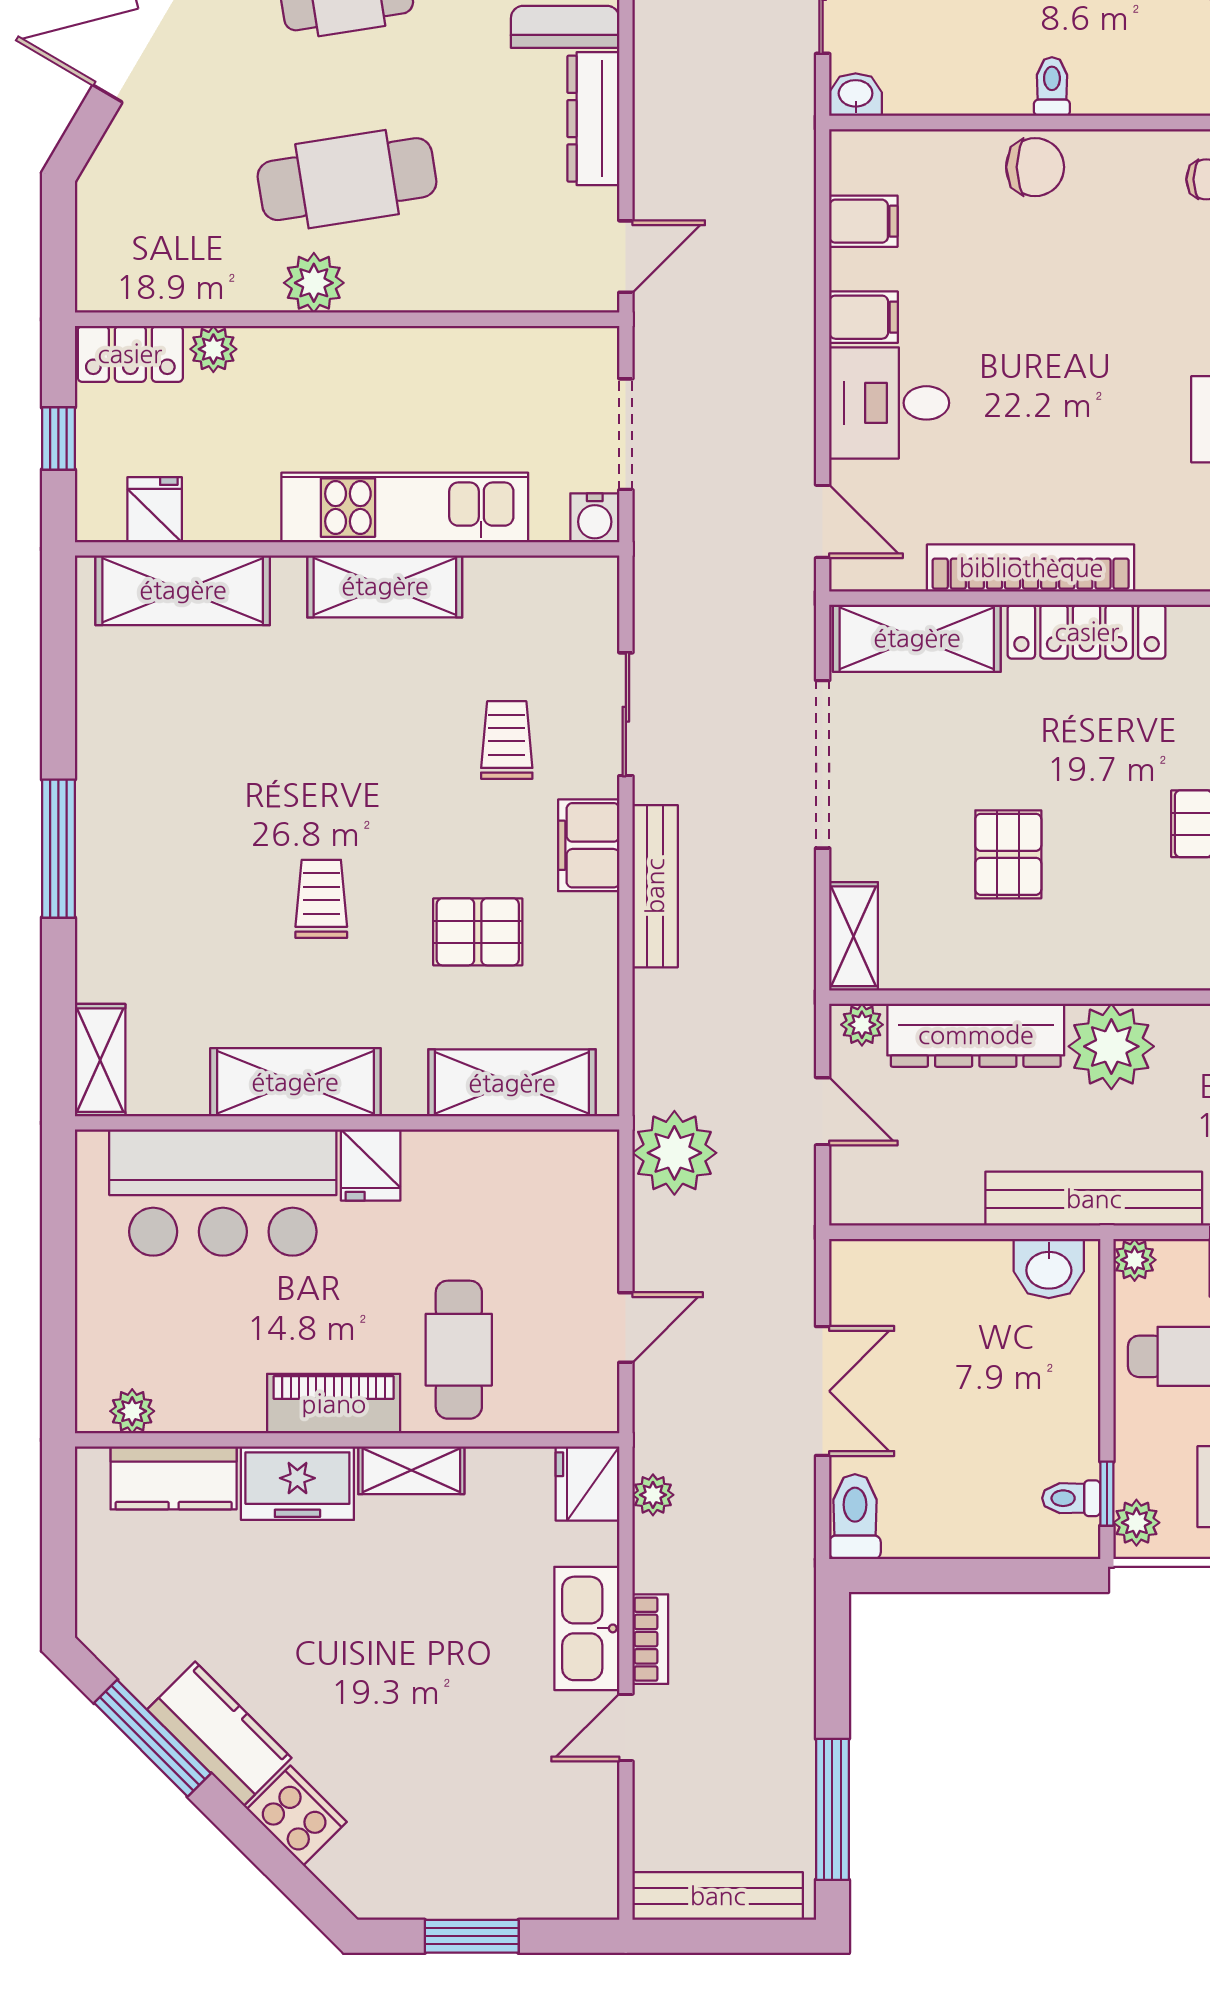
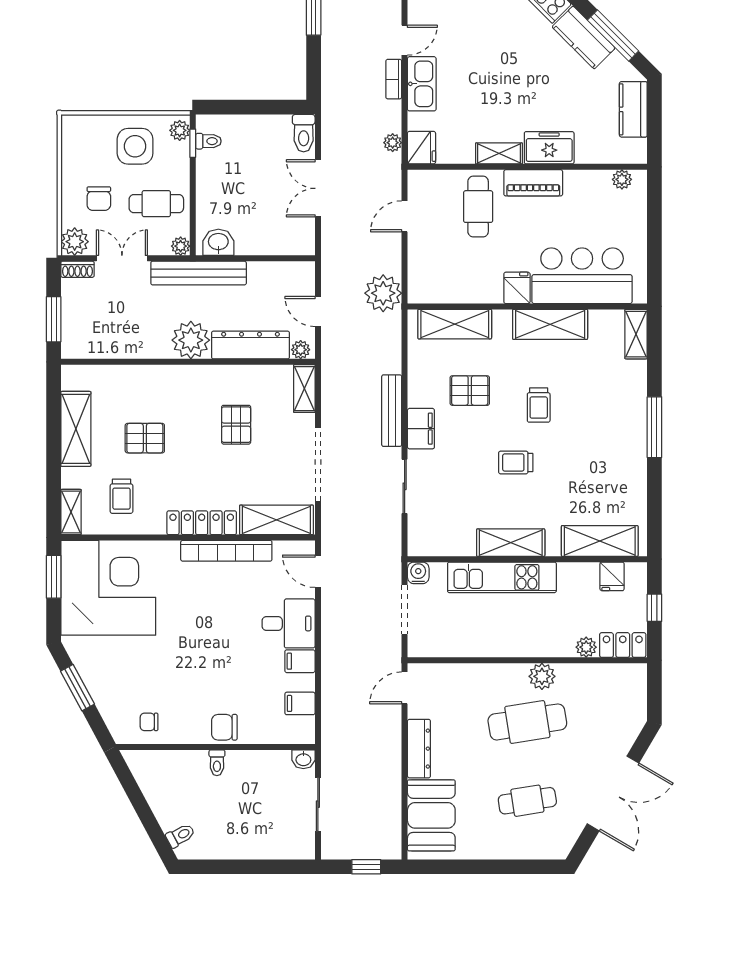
trolley: (507, 740) -> (516, 462), moved, turned 90
kitchen counter: (174, 1478) -> (633, 109), moved, turned -90

